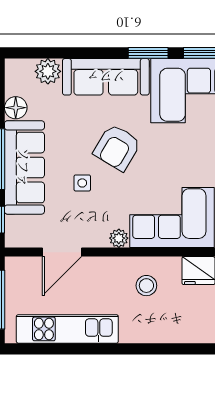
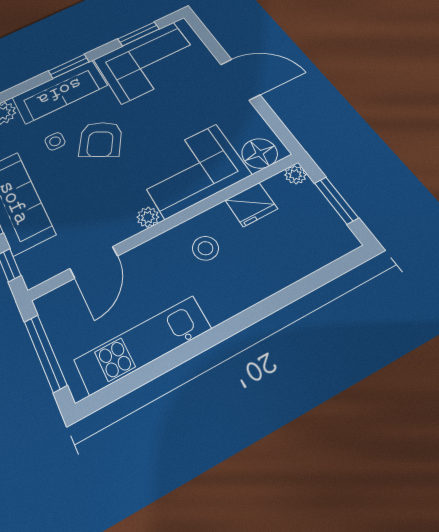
window: (148, 53) -> (69, 66), moved
side table: (82, 183) -> (55, 141), moved

